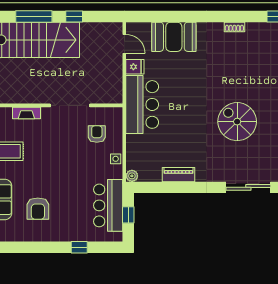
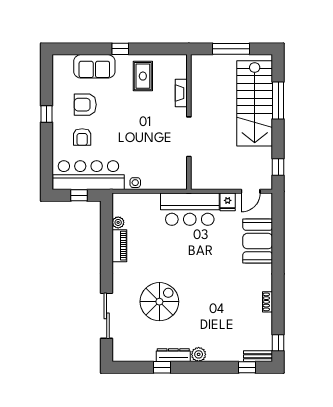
window: (74, 16) -> (278, 167), moved
spiral stairs: (237, 122) -> (159, 302), moved
armchair: (97, 134) -> (82, 137), moved, turned 90
plant: (132, 176) -> (118, 222), moved
bar counter: (108, 205) -> (88, 175), width x1.36
window: (79, 247) -> (46, 114), moved

